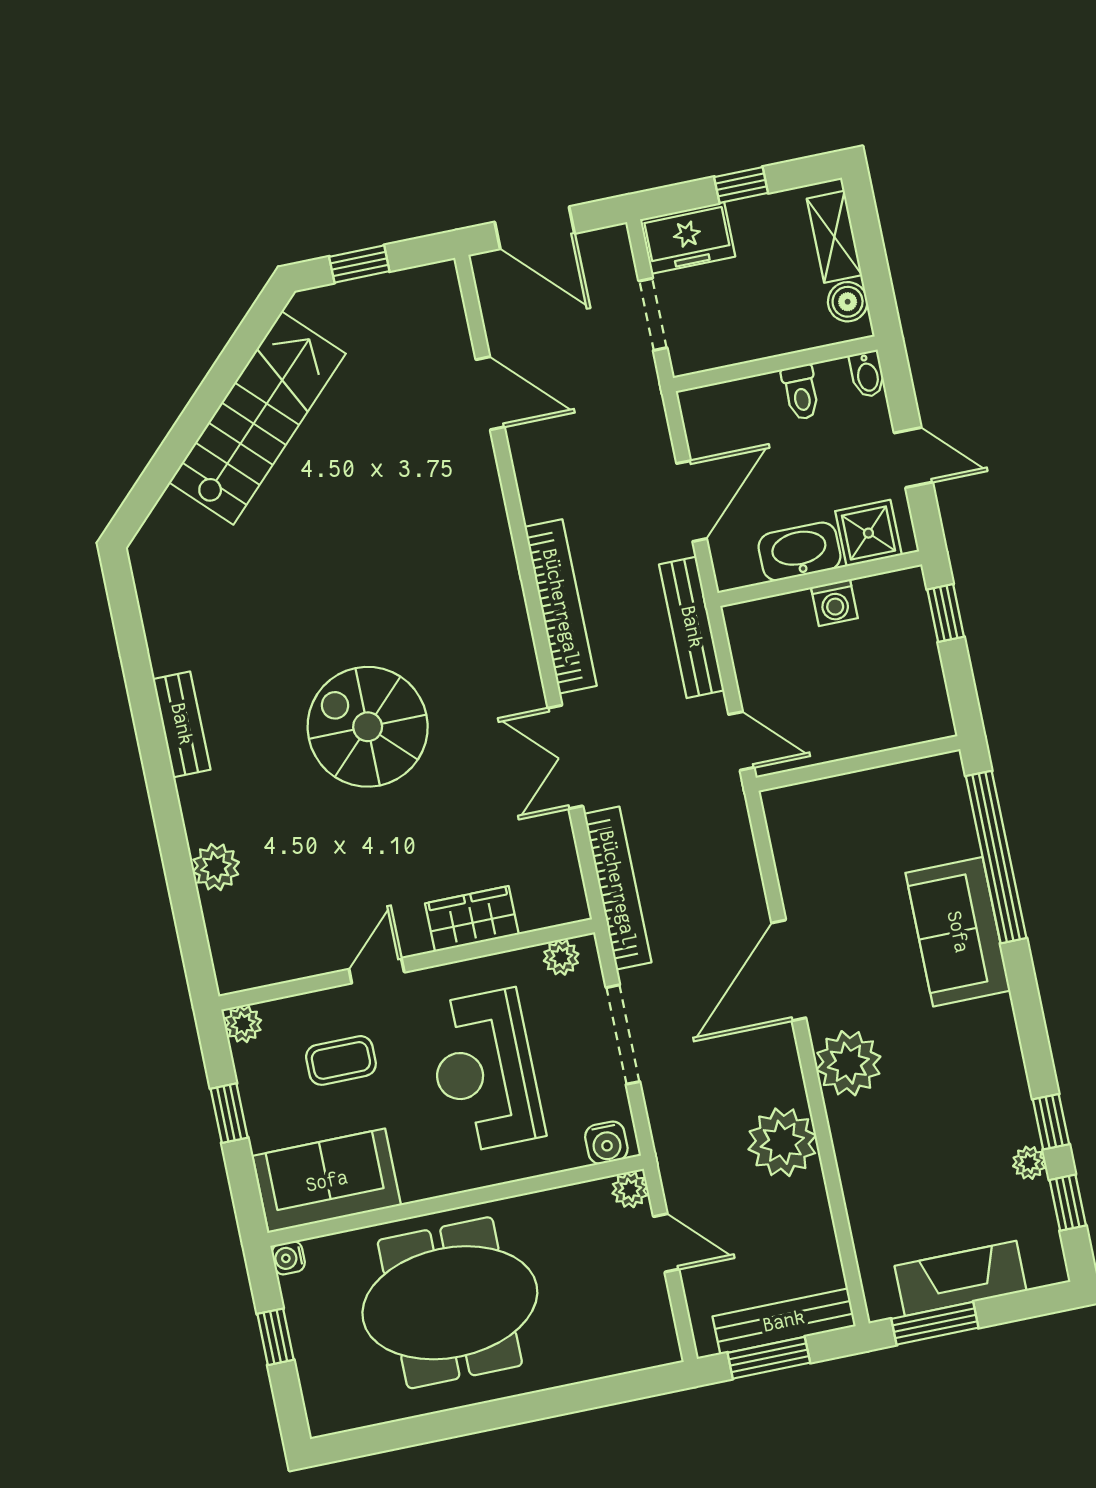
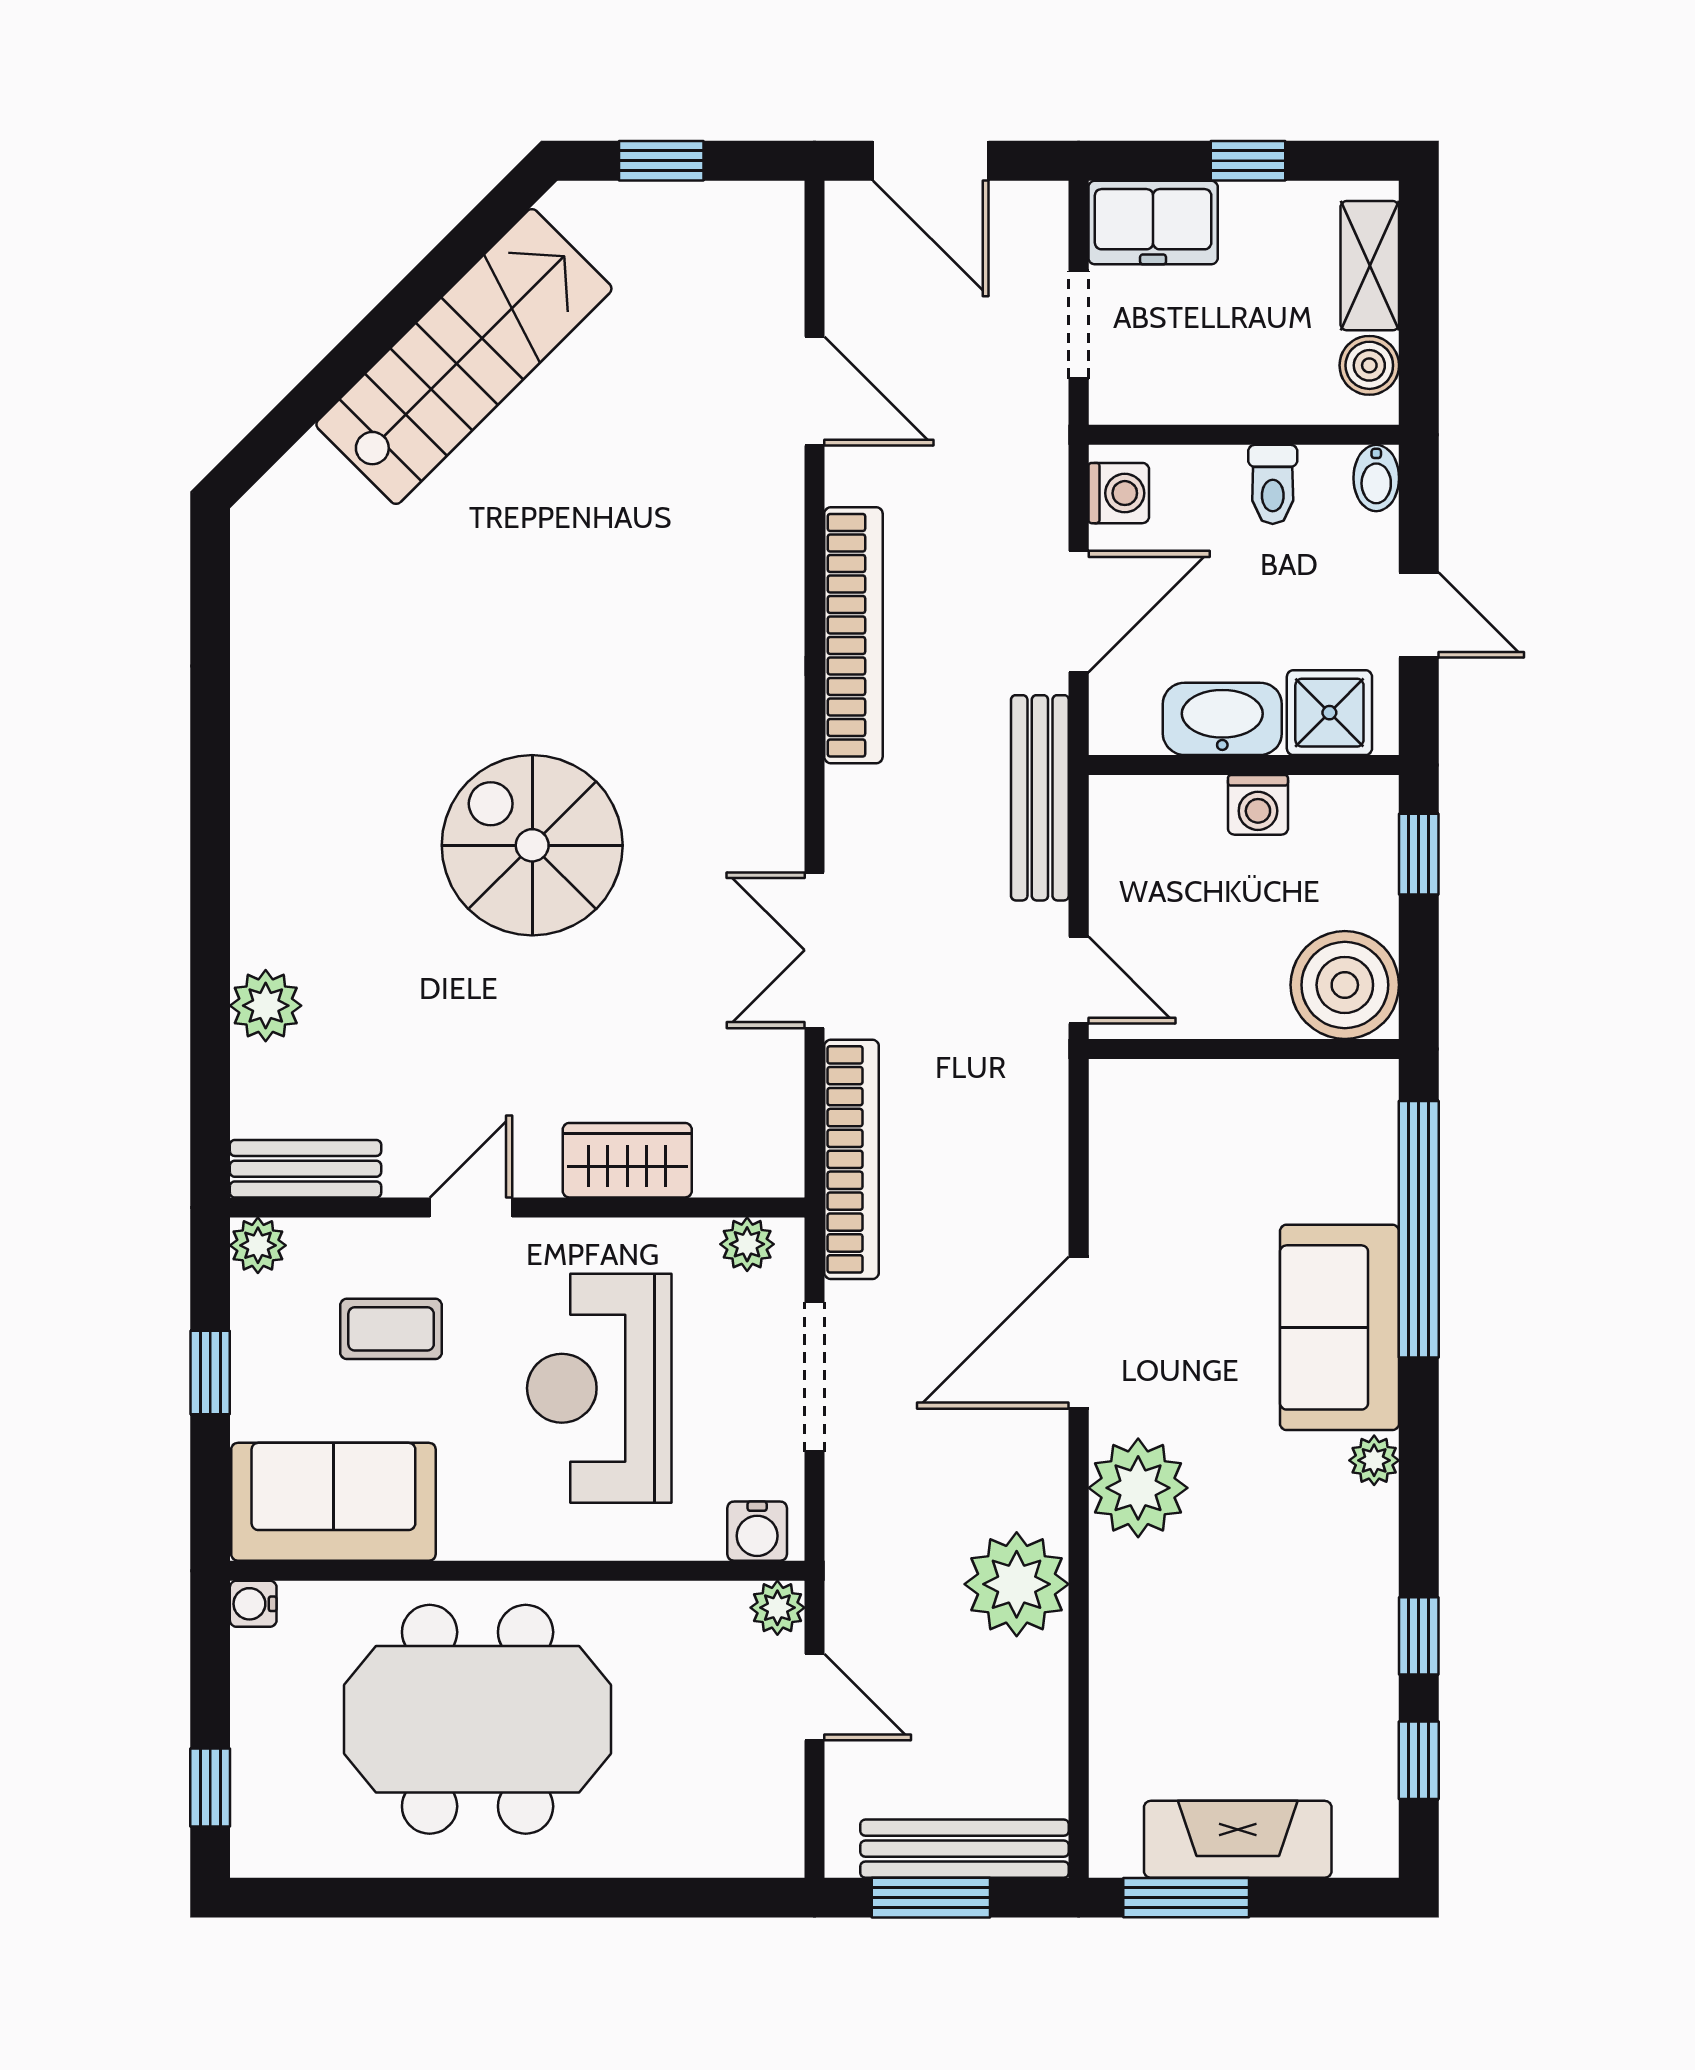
washing machine: (702, 419) -> (1119, 493), added
bookcase: (561, 606) -> (853, 635), moved
boiler: (915, 708) -> (1345, 985), added
bench: (182, 724) -> (306, 1169), moved, turned 90
plant: (1029, 1163) -> (1374, 1460), moved
window: (275, 1337) -> (210, 1788), moved

